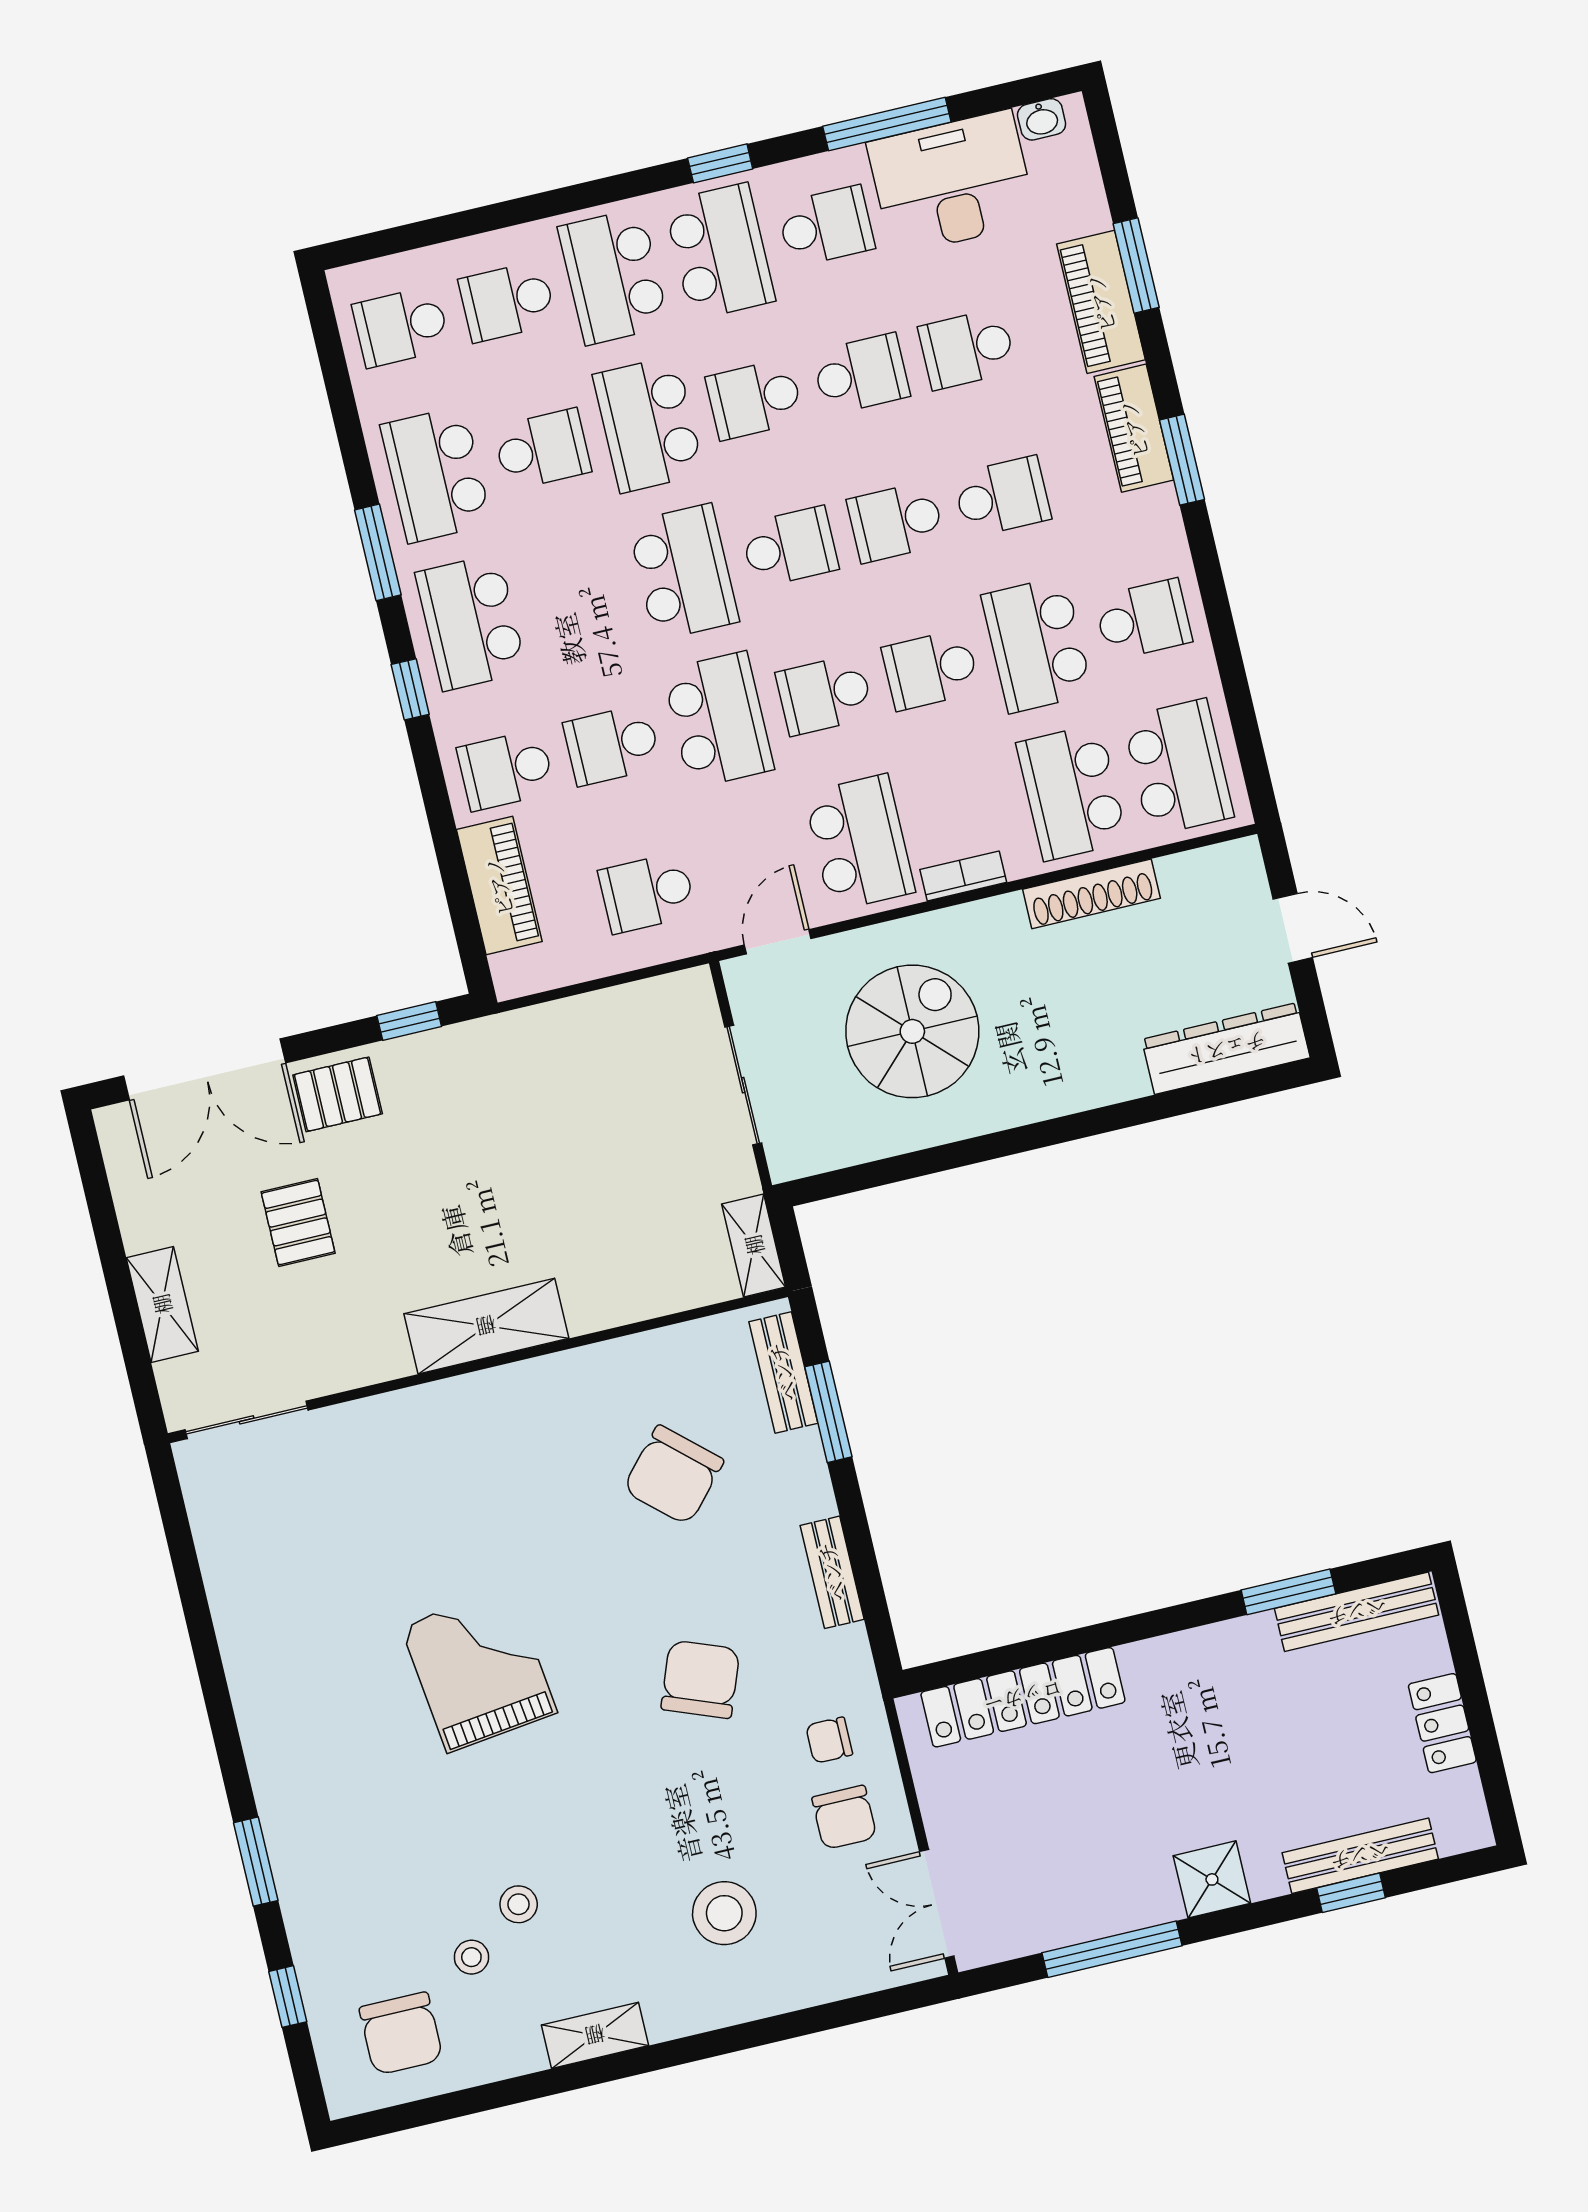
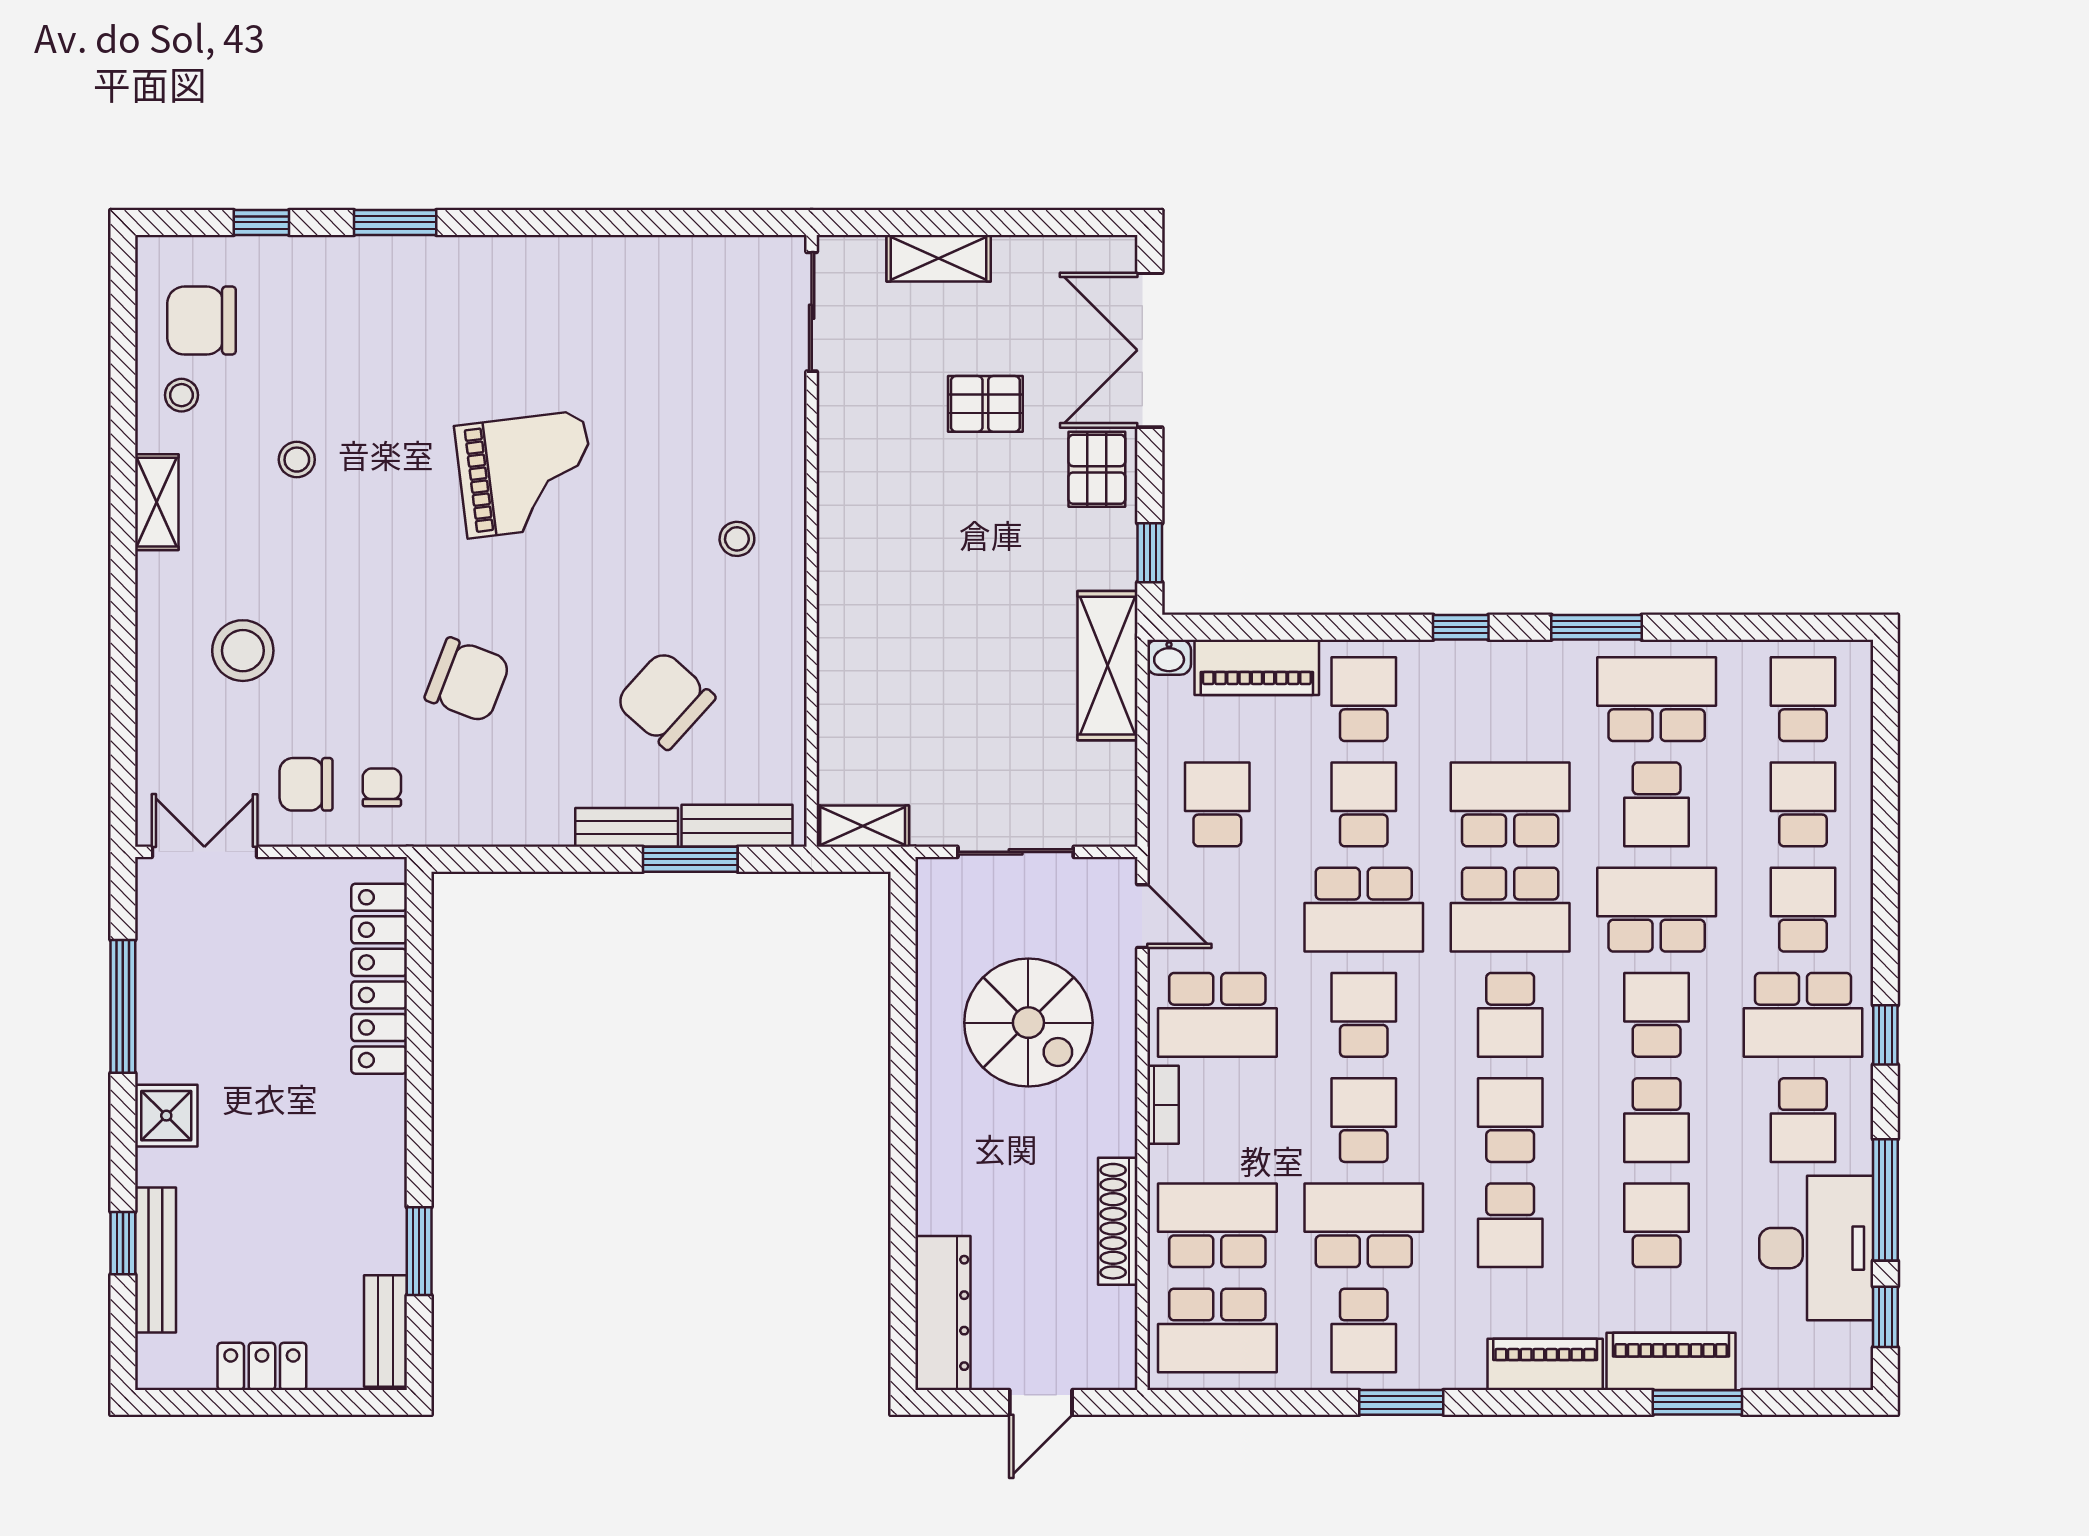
window: (1005, 96) -> (1885, 1317), added
washbasin: (1042, 119) -> (1169, 657), moved, turned -90
school desk: (613, 276) -> (1803, 910), width x0.54
window: (1182, 460) -> (1401, 1402), moved
school desk: (471, 622) -> (1510, 804), moved
shelving: (486, 1326) -> (1108, 666), moved
stool: (494, 1441) -> (737, 539), added
bench: (832, 1572) -> (627, 827), moved
bench: (1357, 1612) -> (385, 1331), width x0.73
stool: (471, 1957) -> (182, 395), moved

